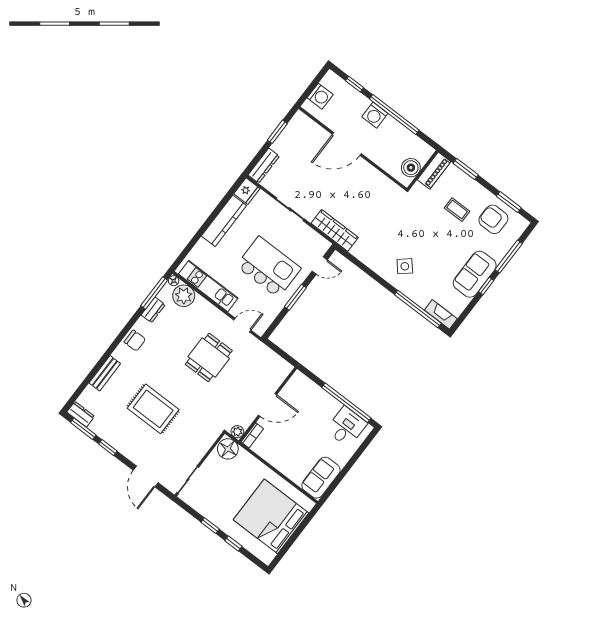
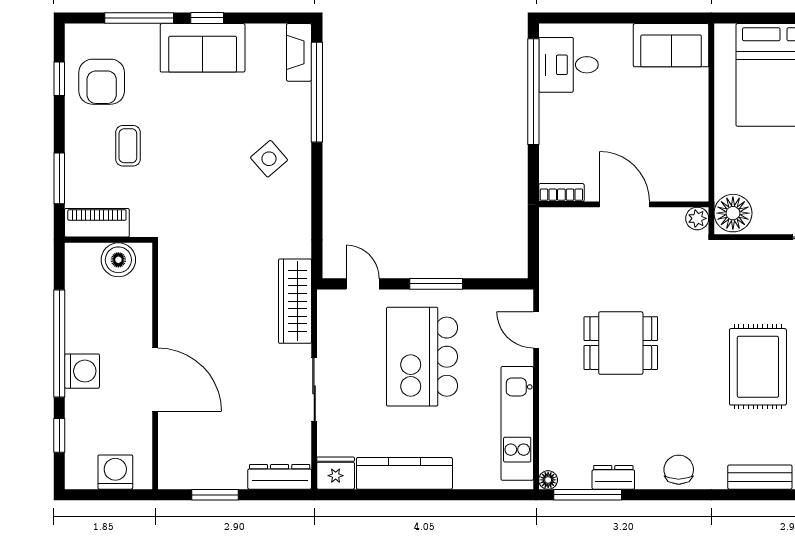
window: (509, 202) -> (59, 79), width x0.67
plant: (184, 296) -> (559, 448), removed
bookcase: (252, 435) -> (561, 193), moved

